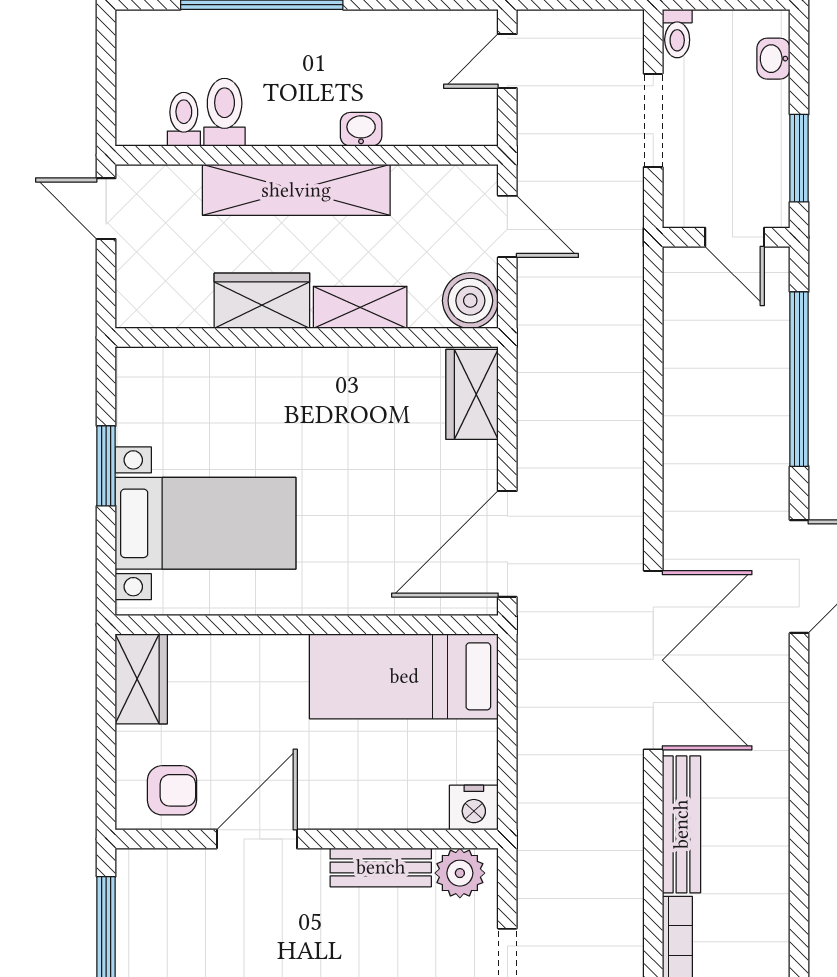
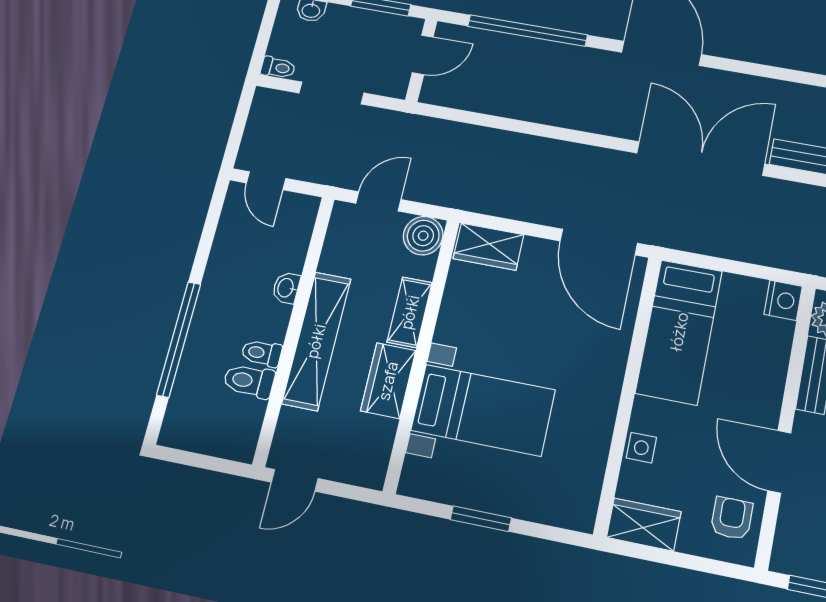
toilet: (184, 119) -> (262, 353), moved
bed with nightstands: (206, 523) -> (483, 410), moved, turned 90
side table: (240, 656) -> (641, 448), added

